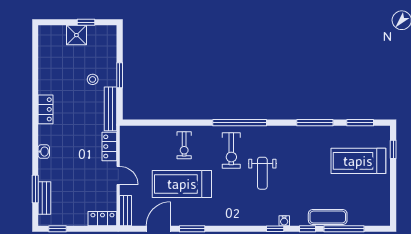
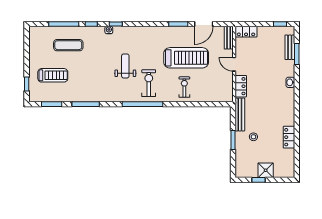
locker: (46, 109) -> (289, 137), moved
treadmill: (358, 161) -> (53, 75), width x0.73, depth x0.73
exercise mat: (328, 217) -> (68, 45), moved

